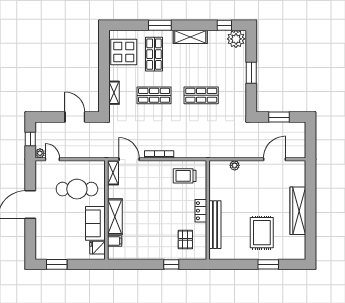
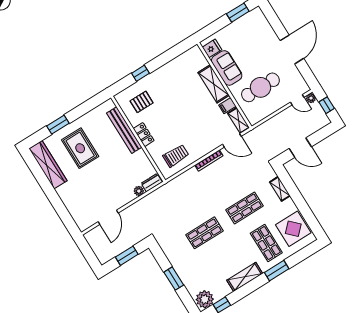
dresser: (219, 166) -> (152, 183), added
wardrobe: (298, 211) -> (48, 165), moved
pallet: (185, 239) -> (142, 102), turned 90
filing cabinet: (115, 241) -> (227, 106), moved

